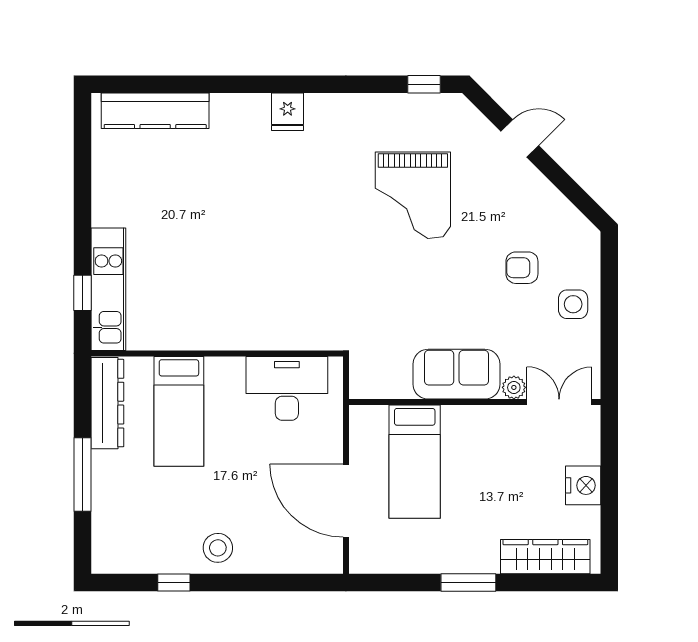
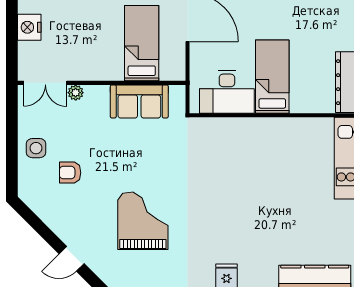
armchair: (522, 268) -> (70, 173), turned 180
sofa: (456, 374) -> (139, 101), moved
bed: (179, 411) -> (272, 77), moved

